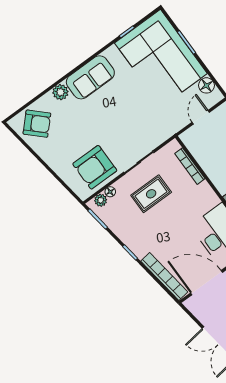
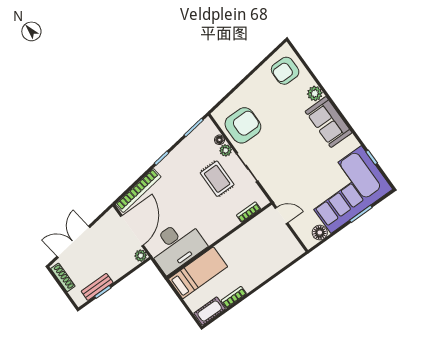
door: (201, 117) -> (281, 215), moved
armchair: (37, 124) -> (285, 71), turned 46
bookcase: (190, 166) -> (248, 212), width x0.64
armchair: (95, 167) -> (243, 125), turned 90
plant: (101, 200) -> (226, 150), moved

